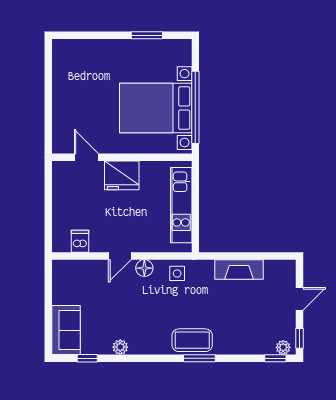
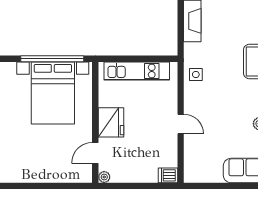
plant: (58, 168) -> (104, 177), added
dishwasher: (80, 241) -> (168, 175), moved
floor lamp: (144, 268) -> (191, 103), removed

